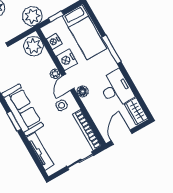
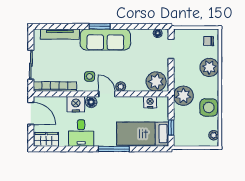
window: (56, 16) -> (171, 128), moved
nightstand: (67, 60) -> (76, 104), moved
desk: (116, 89) -> (81, 133), width x0.73

